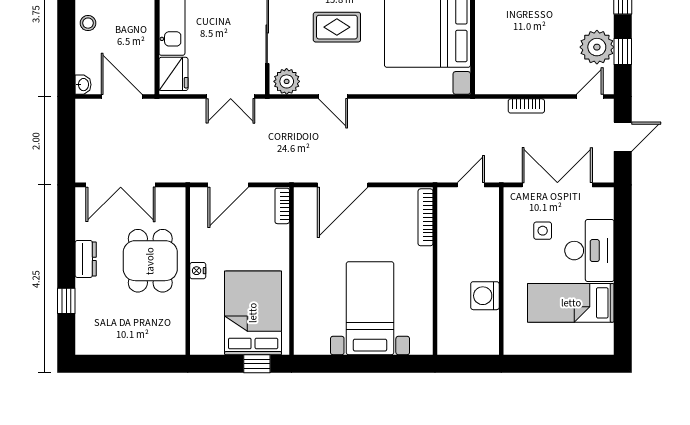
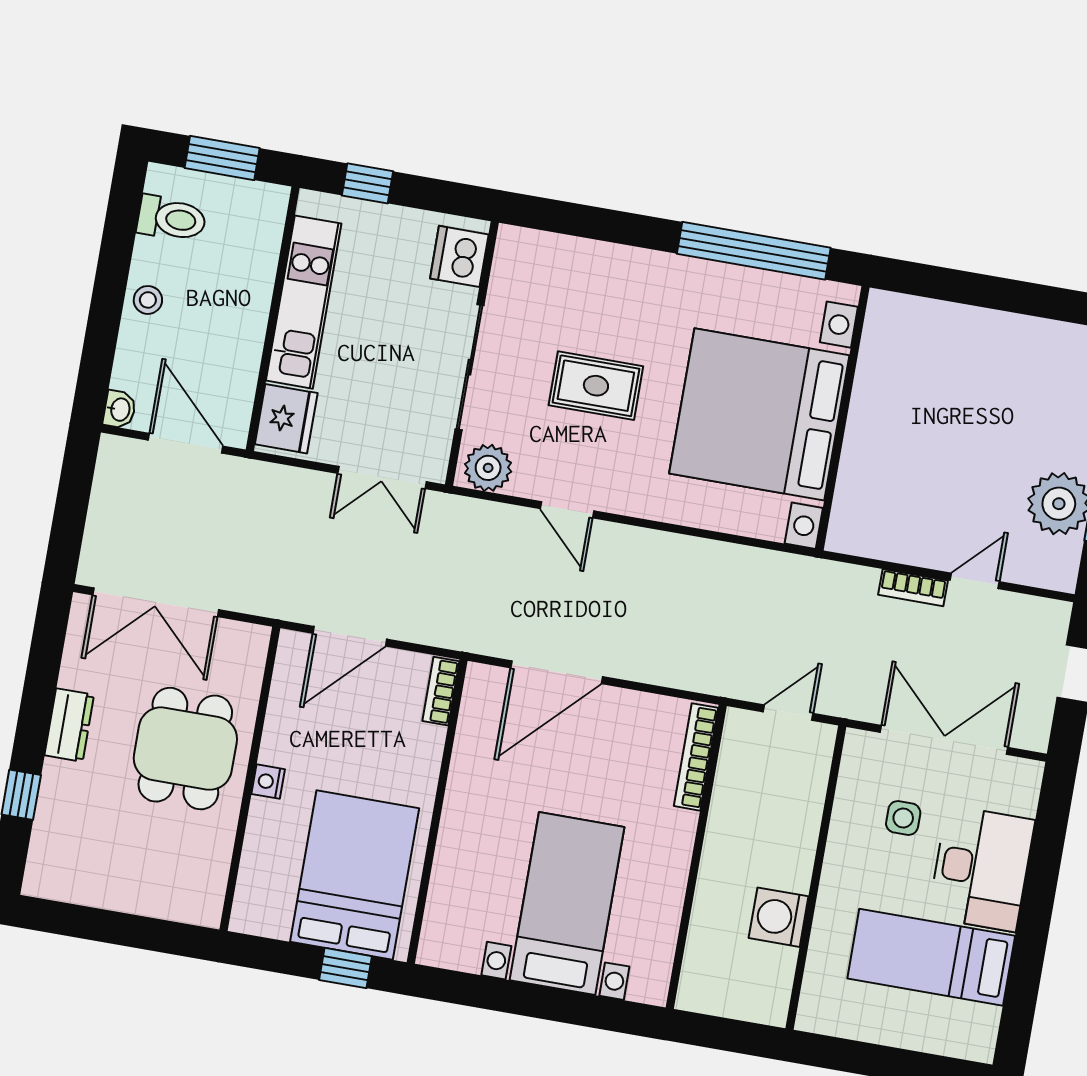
door: (590, 97) -> (975, 581), moved

